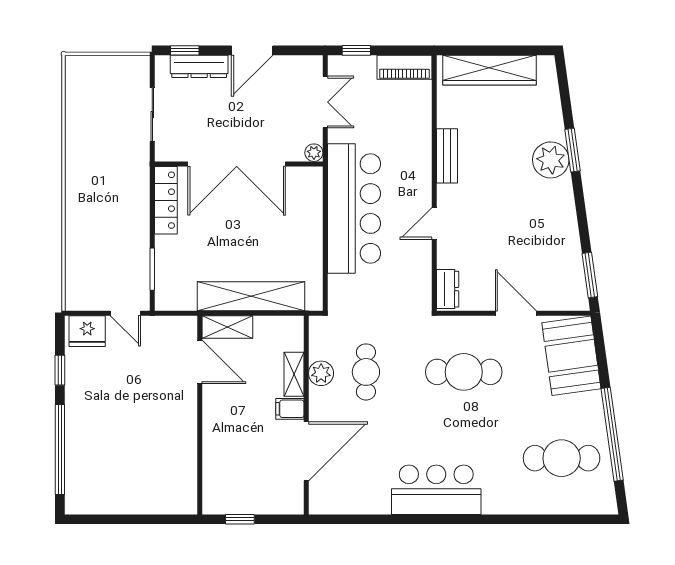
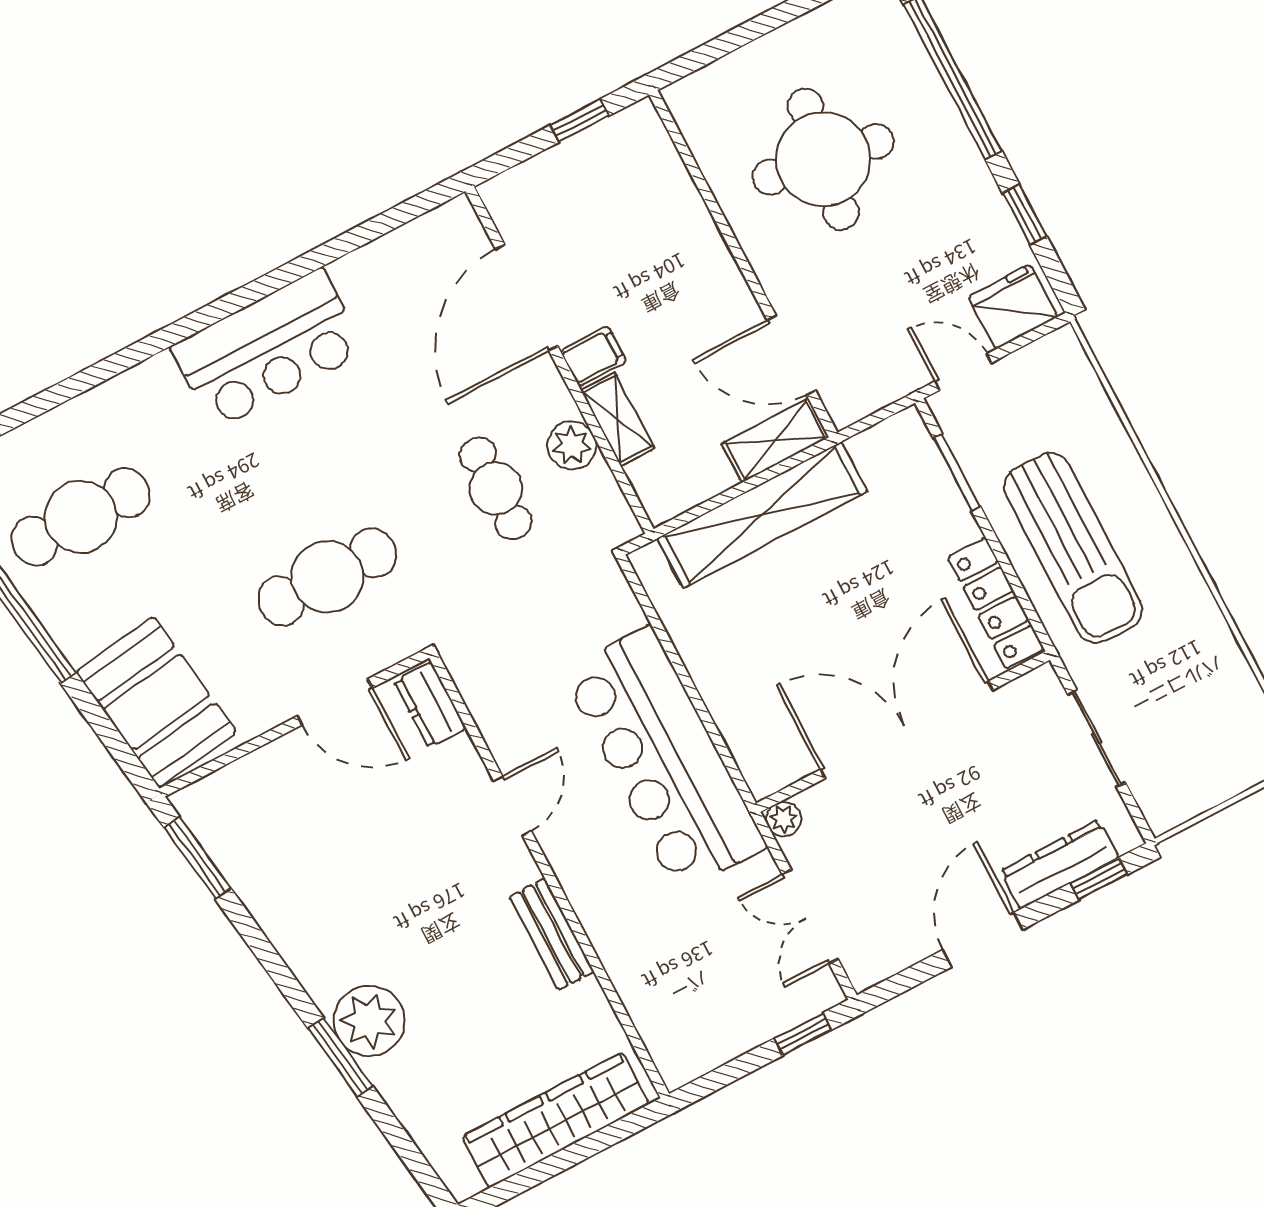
piano: (404, 67) -> (705, 1048), removed
sun lounger: (117, 207) -> (1073, 548), added
door: (516, 313) -> (335, 702), moved
round table: (138, 443) -> (823, 159), added

